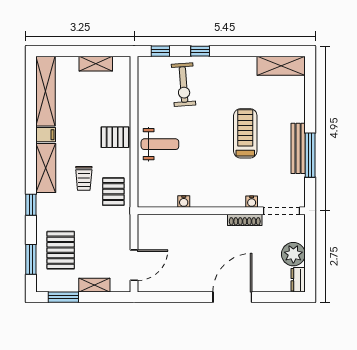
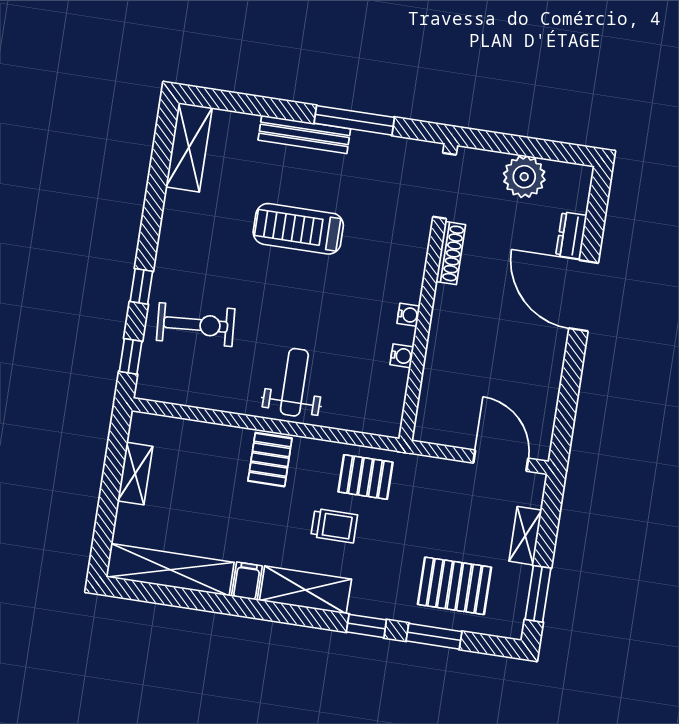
bench: (298, 148) -> (304, 134), moved
water cooler: (252, 202) -> (408, 315), moved
window: (31, 259) -> (434, 636), moved
dresser: (298, 280) -> (571, 235), moved, turned 90

